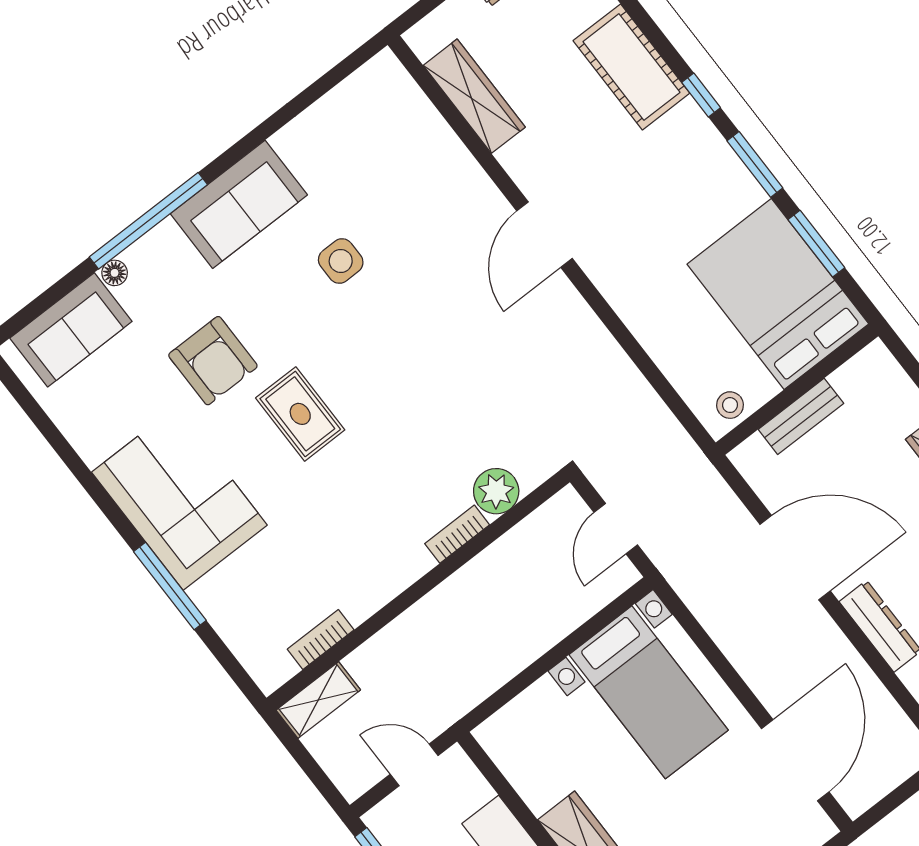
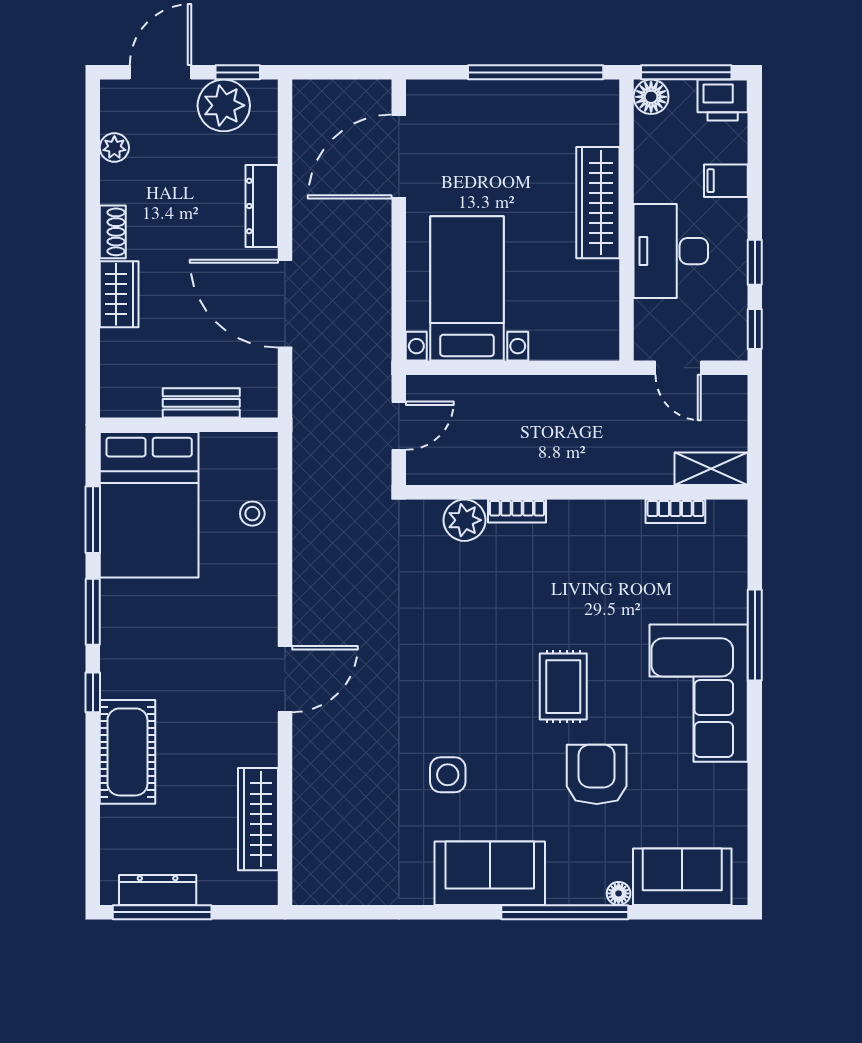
stool: (730, 405) -> (252, 514), moved

